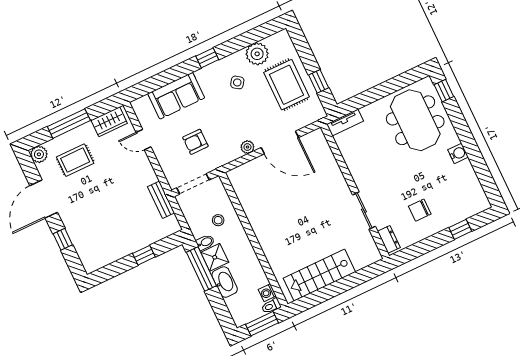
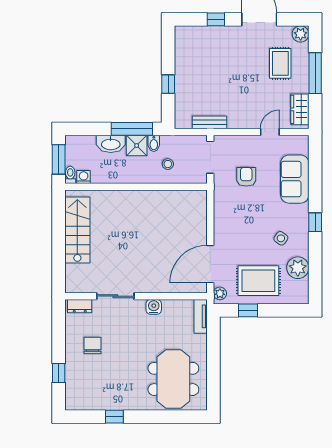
window: (444, 91) -> (114, 417), moved
meeting table: (415, 120) -> (173, 379), turned 90
door: (280, 143) -> (210, 264), moved
plant: (247, 147) -> (220, 293), moved
water cooler: (458, 153) -> (154, 307), moved, turned 180

